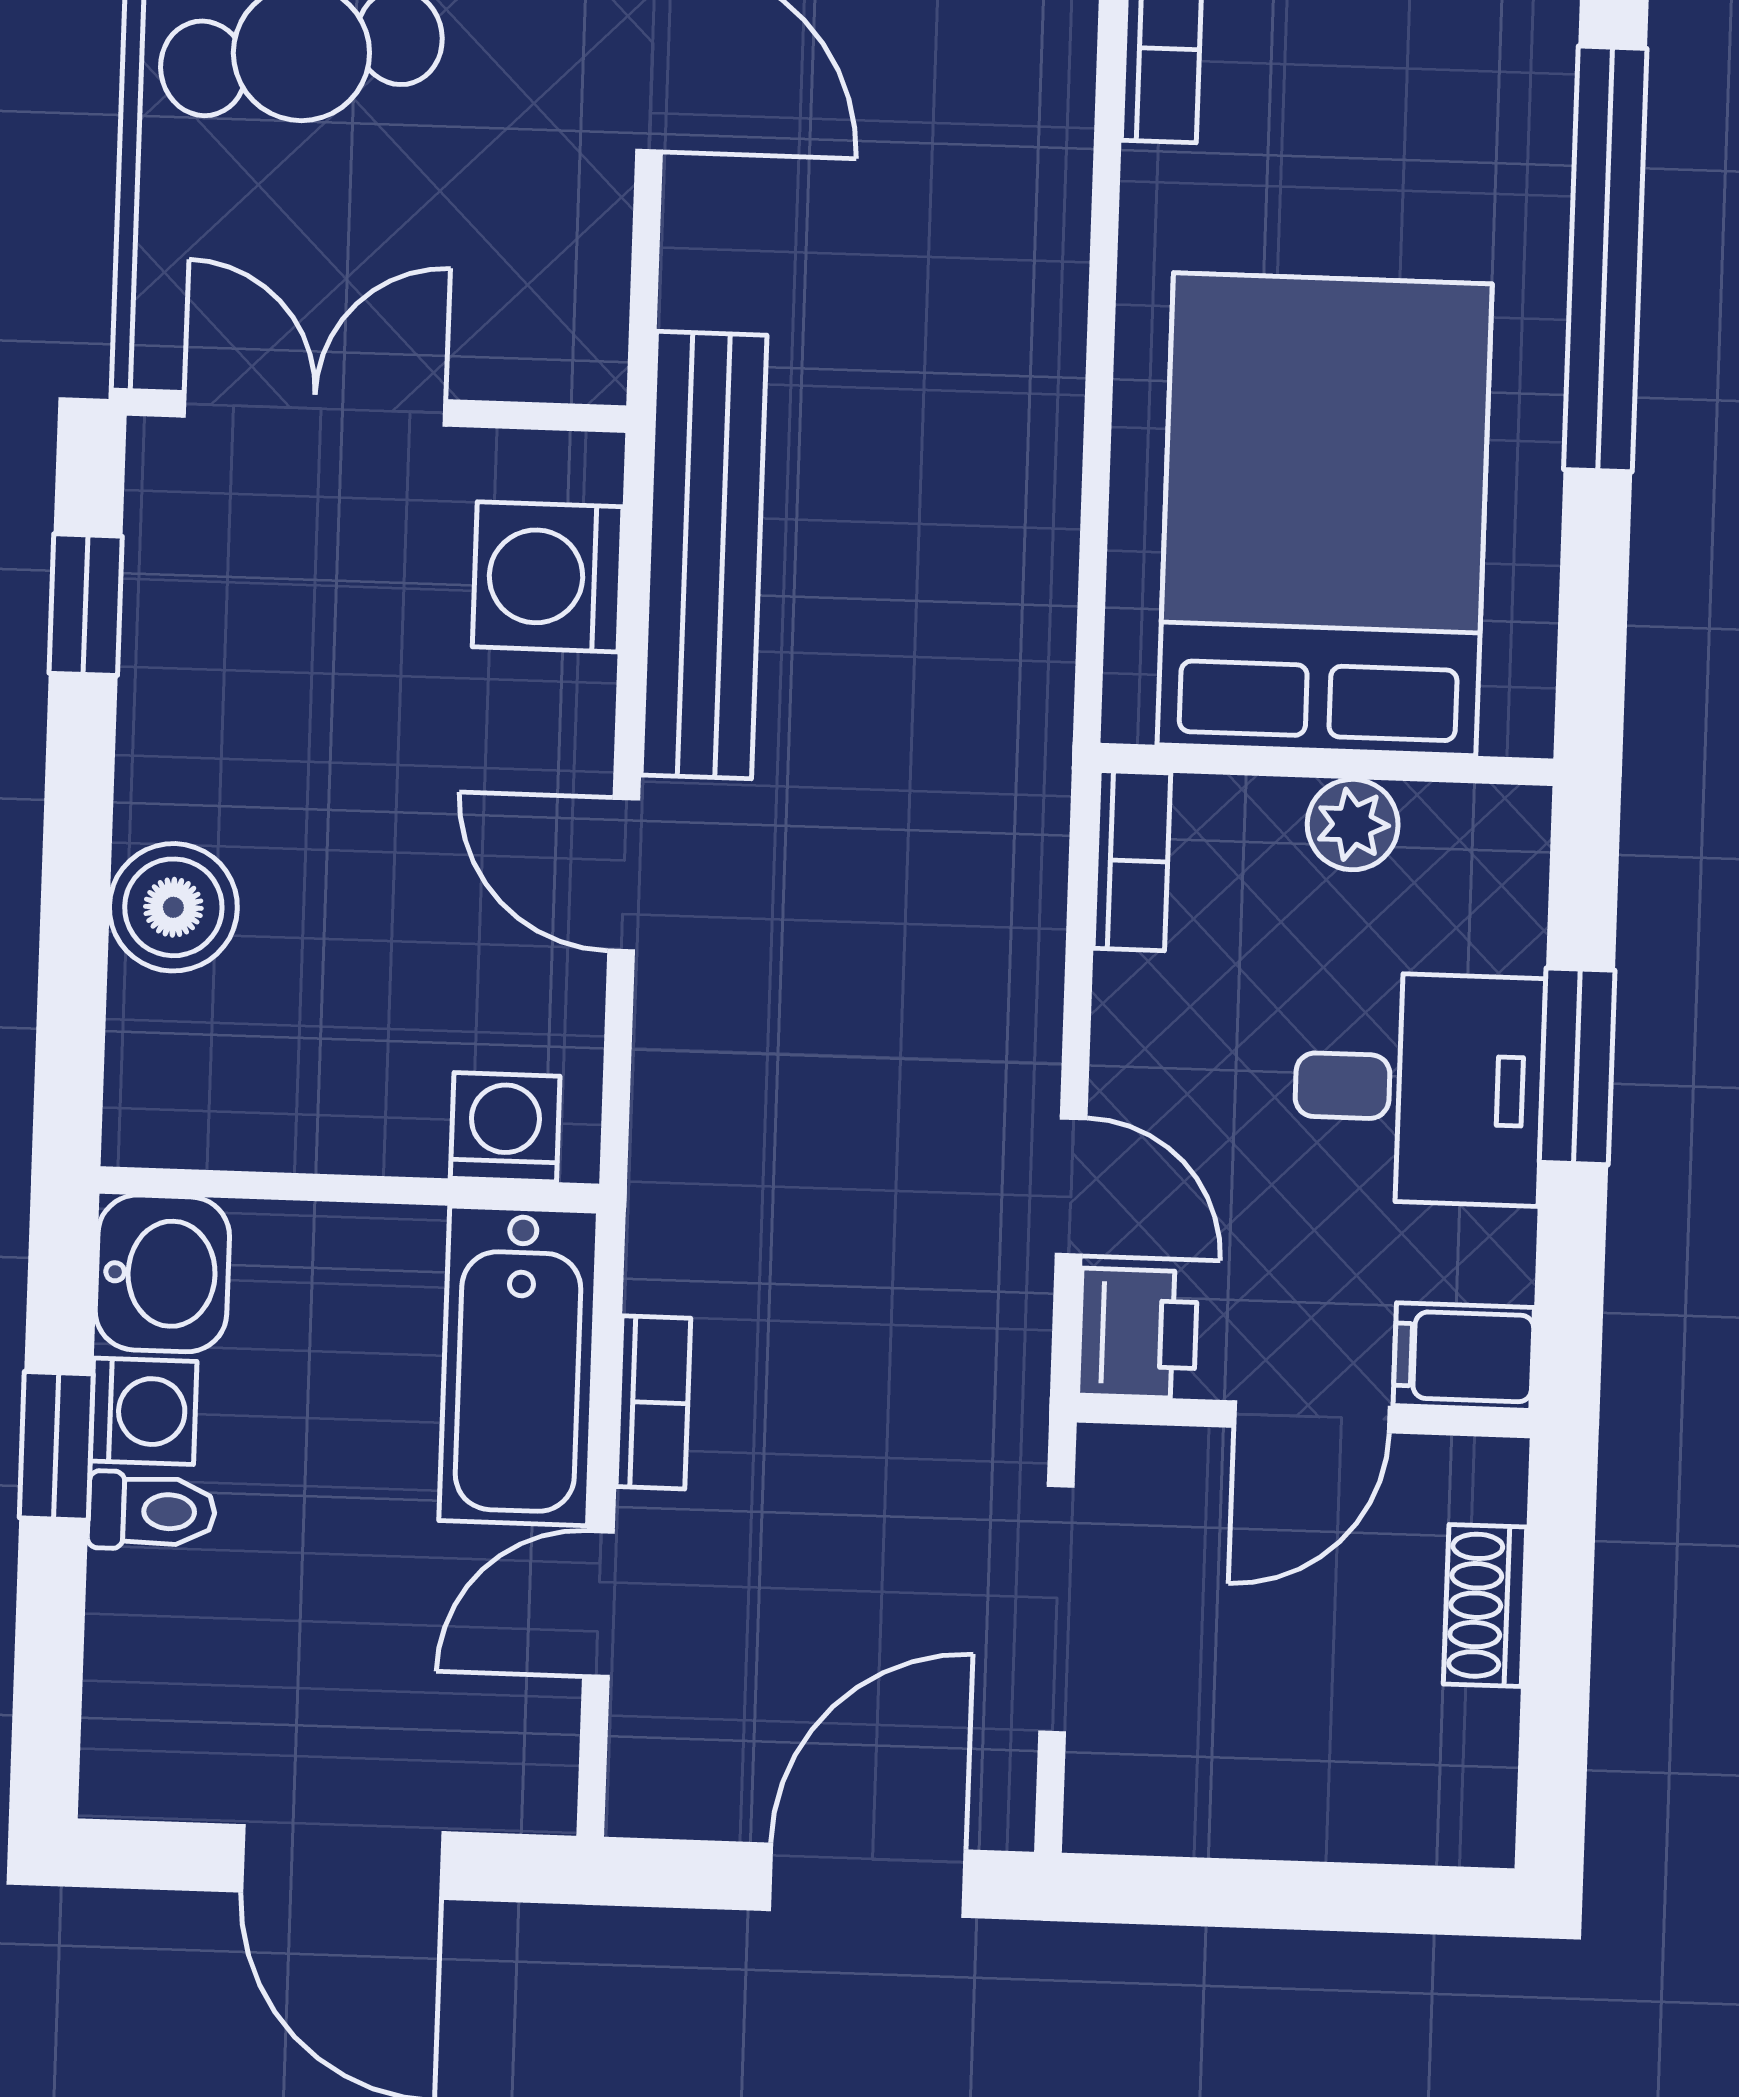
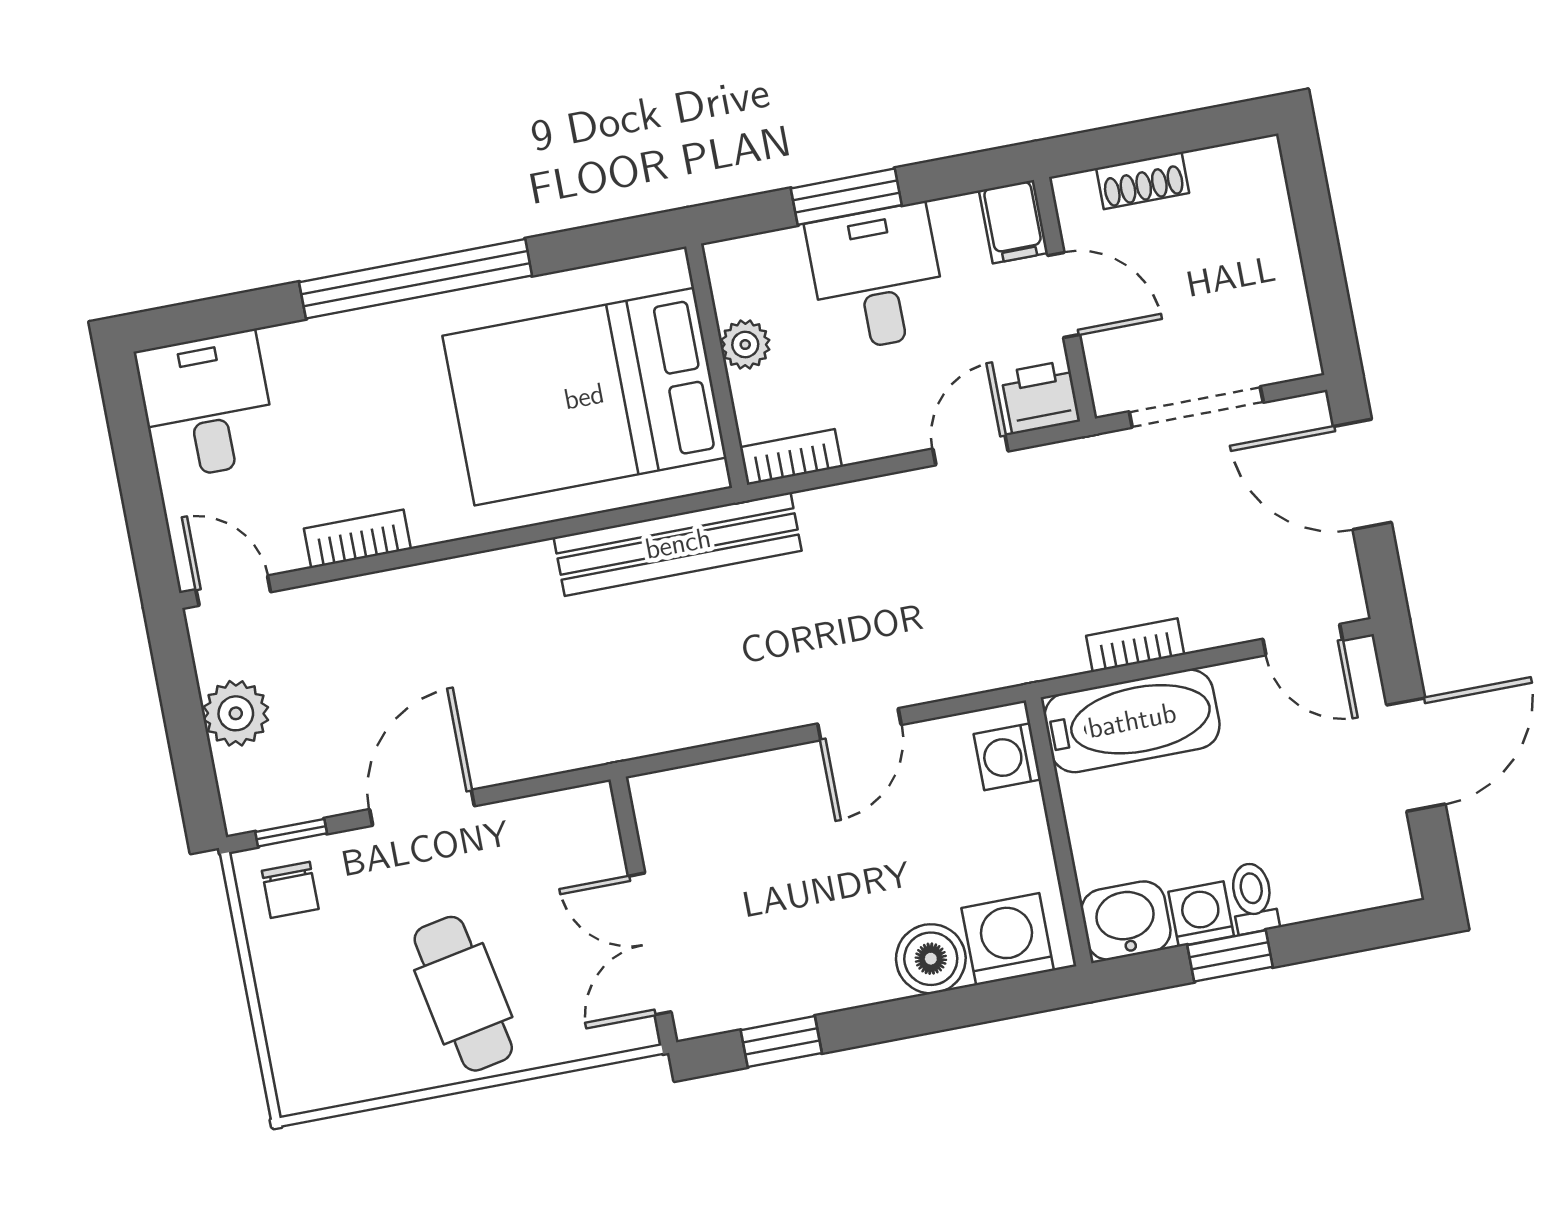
bench: (704, 555) -> (678, 544), moved
washing machine: (548, 577) -> (1008, 939), moved, turned 180
door: (598, 1604) -> (1303, 640), moved

